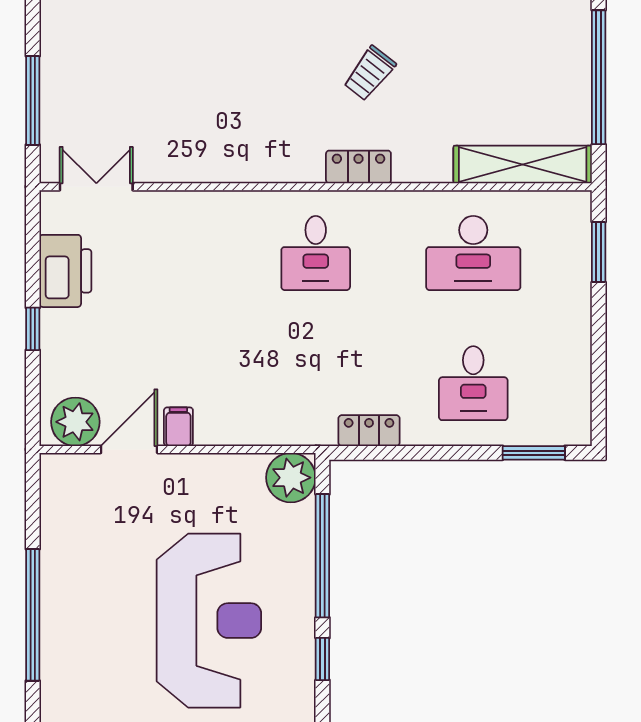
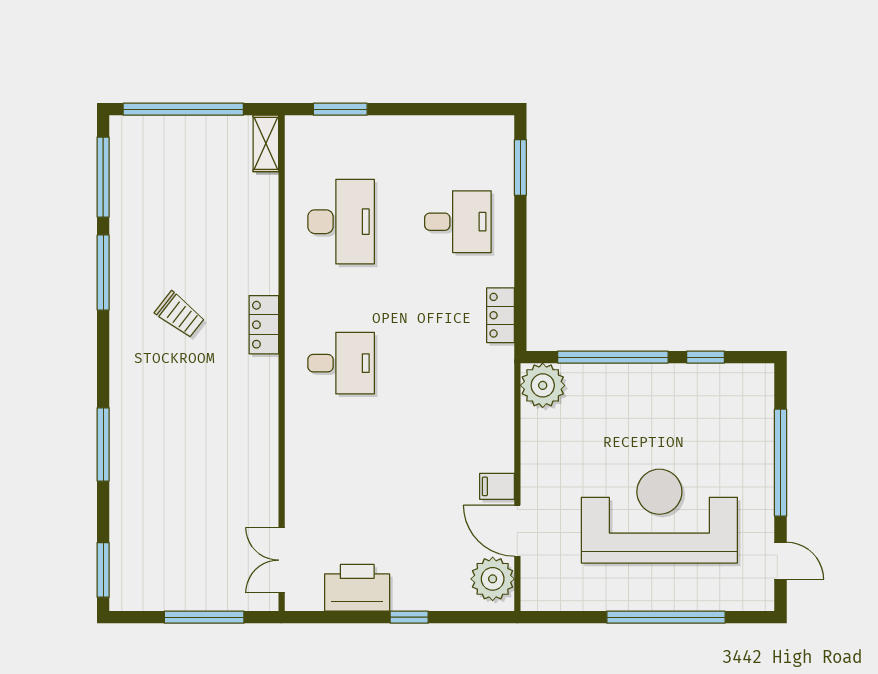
shelving: (523, 164) -> (266, 143), width x0.45, depth x0.75
reception desk: (209, 621) -> (659, 516), moved

